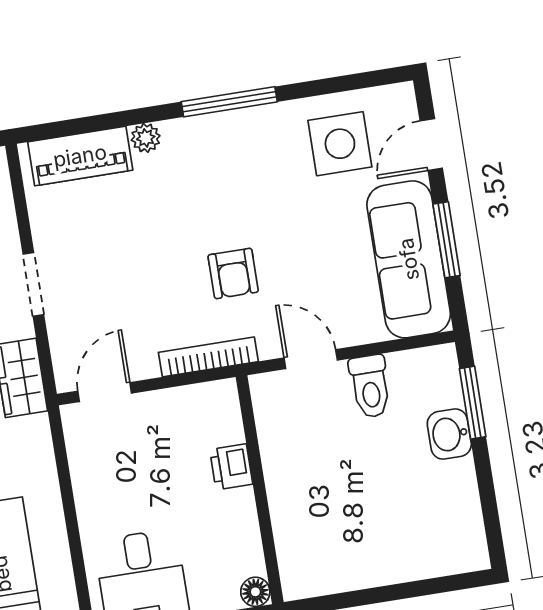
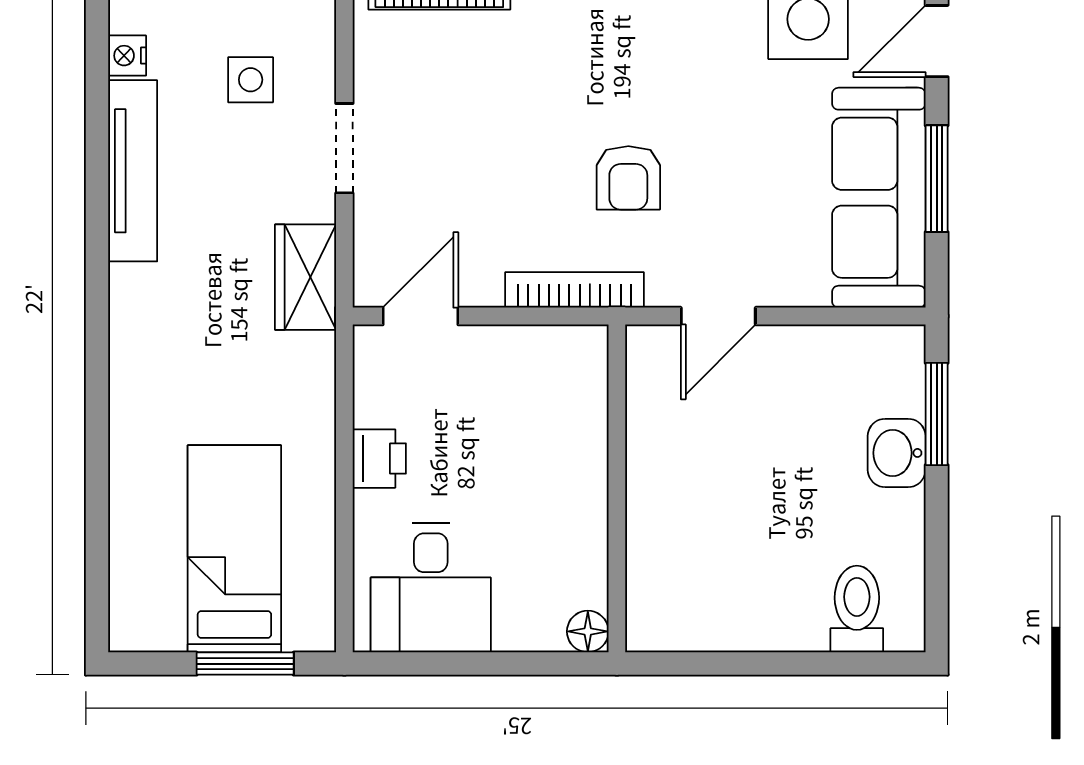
door: (311, 359) -> (718, 316), swing flipped
toilet: (370, 386) -> (857, 609), moved, turned 180
printer: (231, 467) -> (379, 459), moved, turned 180

